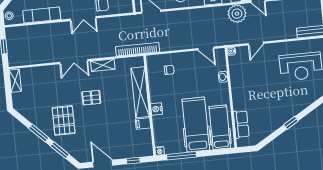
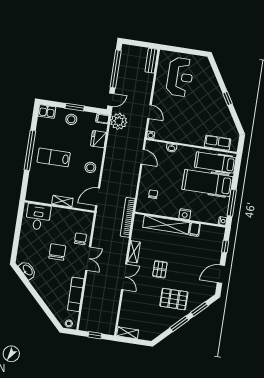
door: (206, 48) -> (143, 157), hinge flipped

